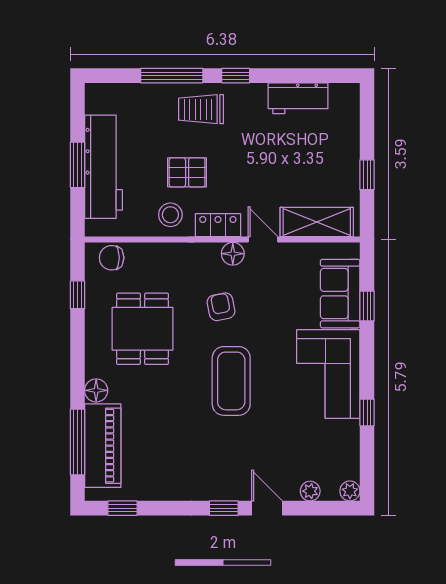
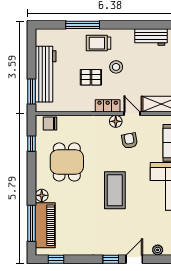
window: (236, 76) -> (117, 25), removed
window: (77, 165) -> (32, 91), moved
stool: (170, 215) -> (116, 67), moved
armchair: (221, 307) -> (129, 141), moved
door: (267, 508) -> (134, 259), hinge flipped

